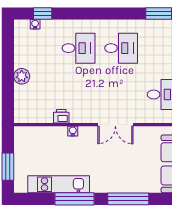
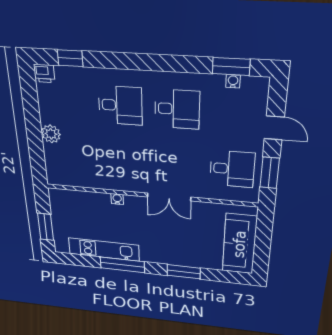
water cooler: (35, 24) -> (233, 81), moved
printer: (61, 116) -> (44, 73), moved, turned 180
window: (128, 199) -> (184, 272), width x0.69

